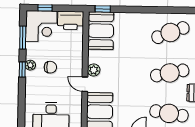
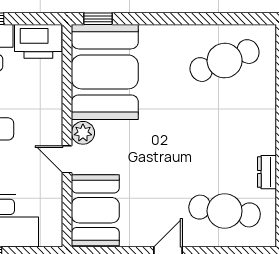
booth: (101, 31) -> (105, 72), width x1.36, depth x1.42
cafe table: (170, 73) -> (225, 136), removed

